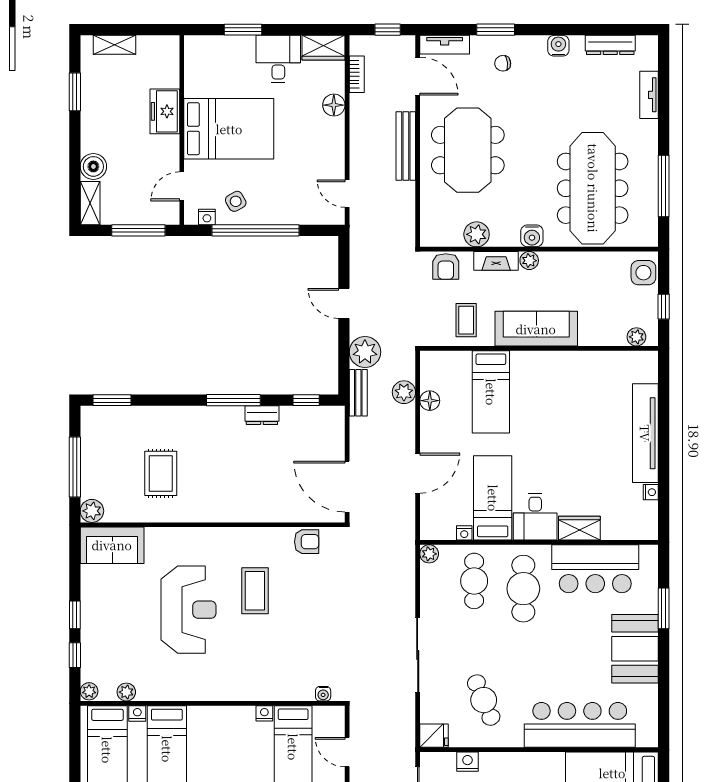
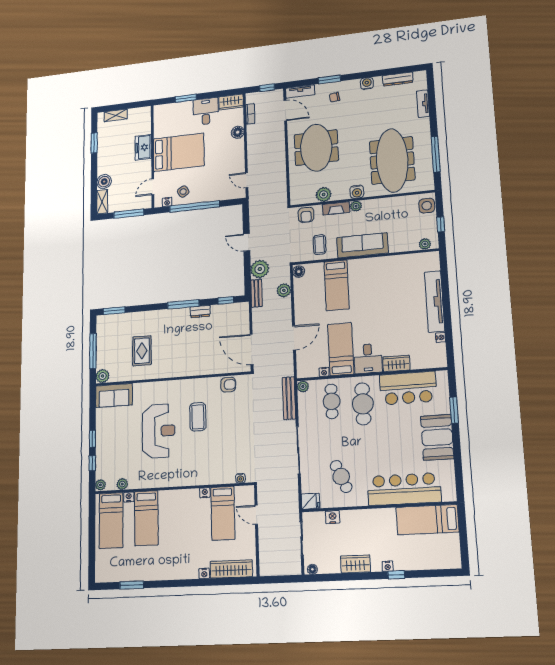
bench: (406, 146) -> (289, 398), moved
floor lamp: (430, 401) -> (299, 272), moved

